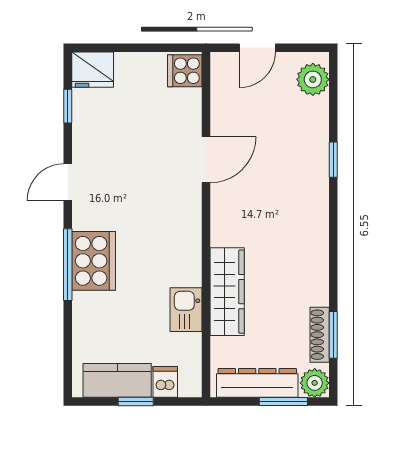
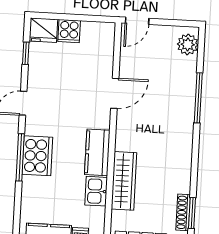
door: (257, 48) -> (137, 21), moved
cooker: (185, 71) -> (69, 31), moved, turned -90
window: (333, 160) -> (198, 98), width x2.17
kitchen counter: (184, 251) -> (97, 152), added

